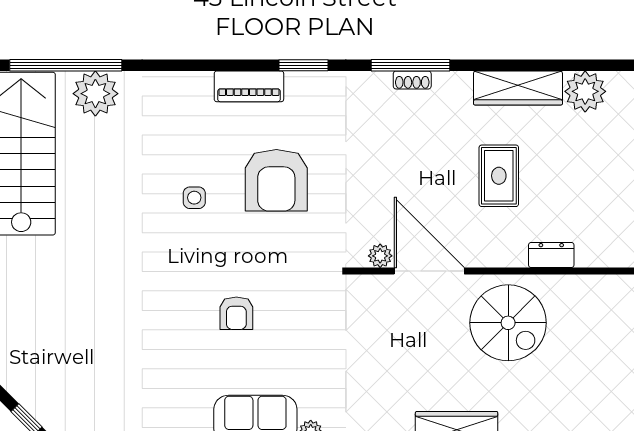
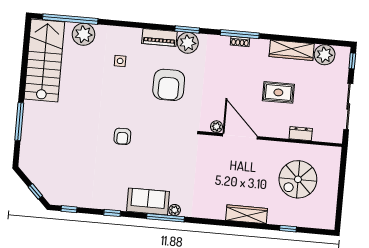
plant: (307, 92) -> (188, 43), added
rug: (499, 176) -> (278, 92), turned 90
side table: (194, 198) -> (120, 61), moved
armchair: (236, 313) -> (122, 136), moved
spiral stairs: (508, 323) -> (298, 179), moved, turned 90

